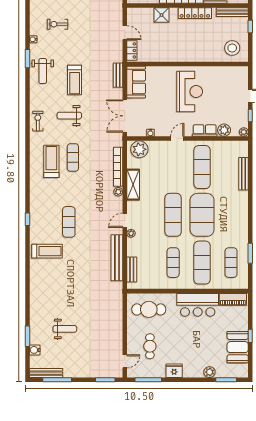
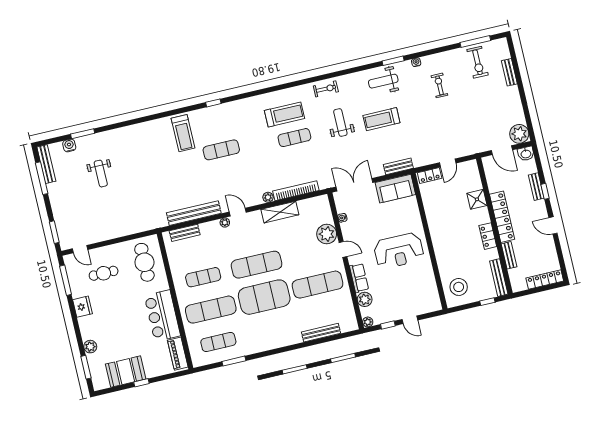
locker: (195, 13) -> (488, 236), width x0.66
plant: (139, 149) -> (327, 234), moved

